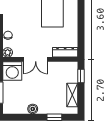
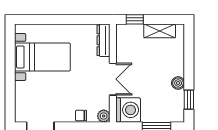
window: (54, 117) -> (189, 100), moved

